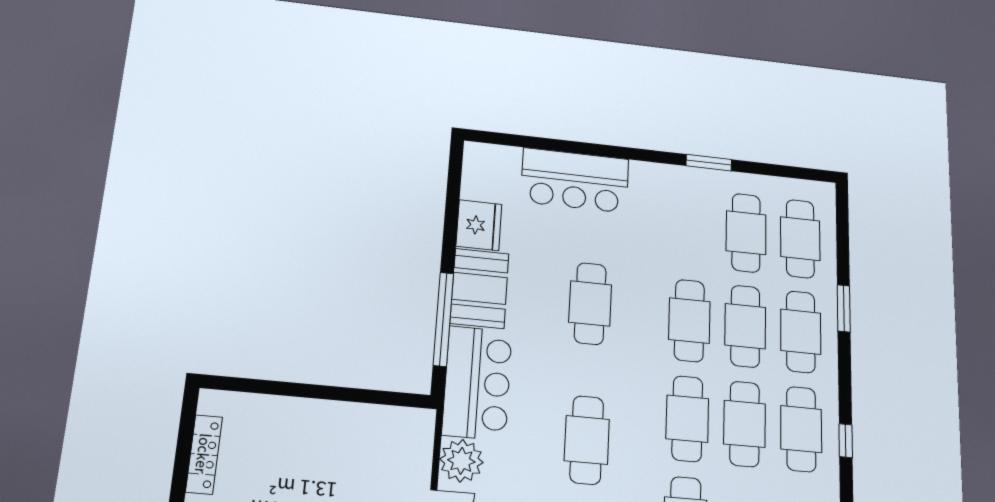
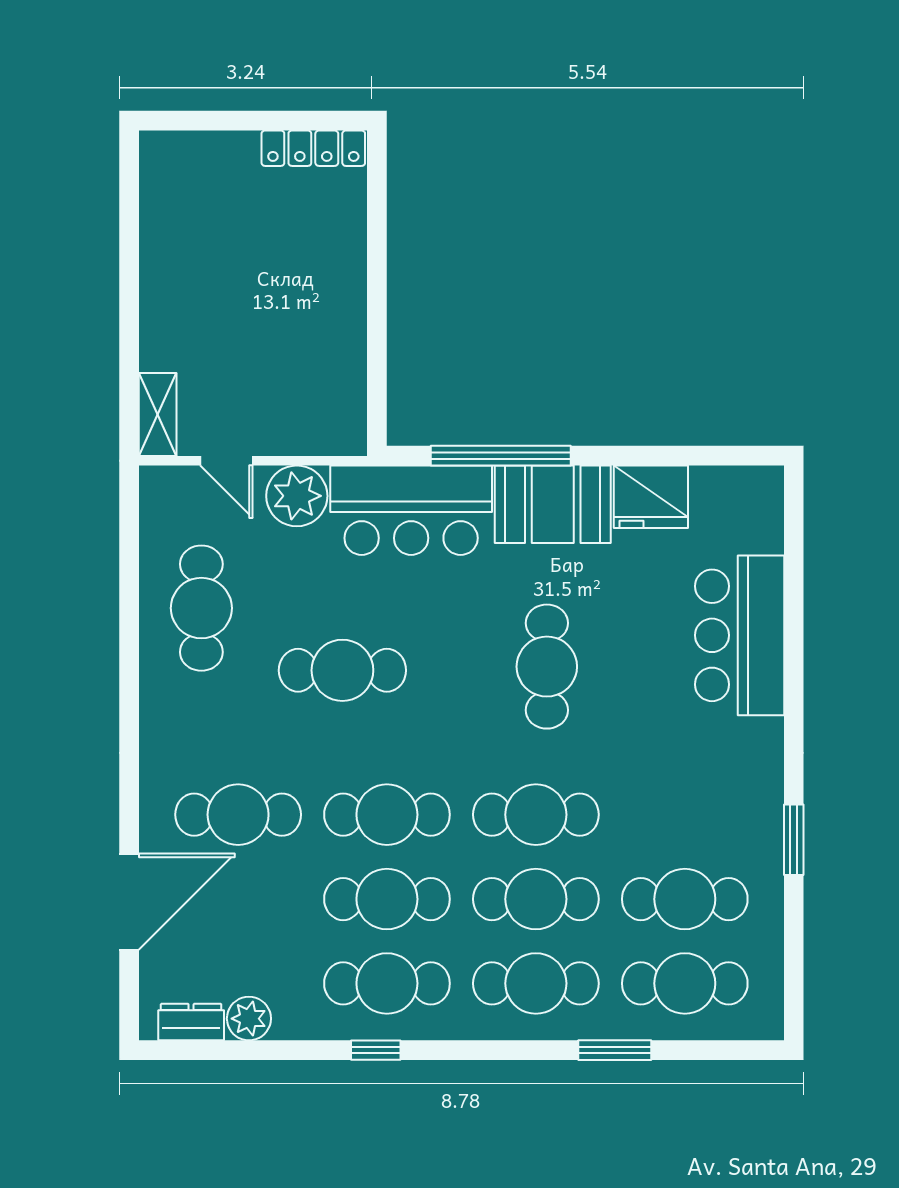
cafe table: (590, 303) -> (547, 667), turned 90
window: (844, 308) -> (615, 1050), moved
locker: (204, 454) -> (313, 148), moved

